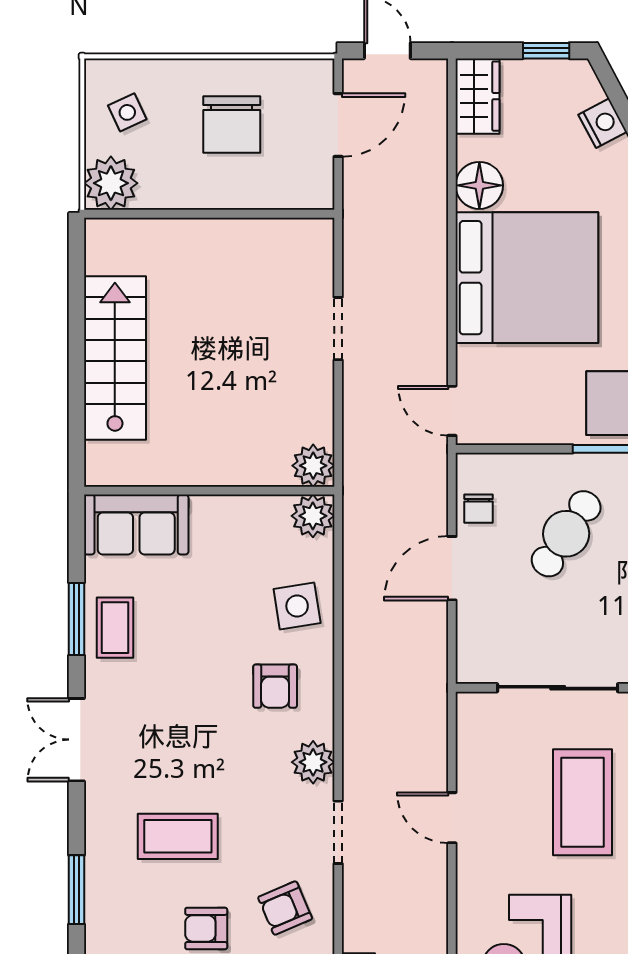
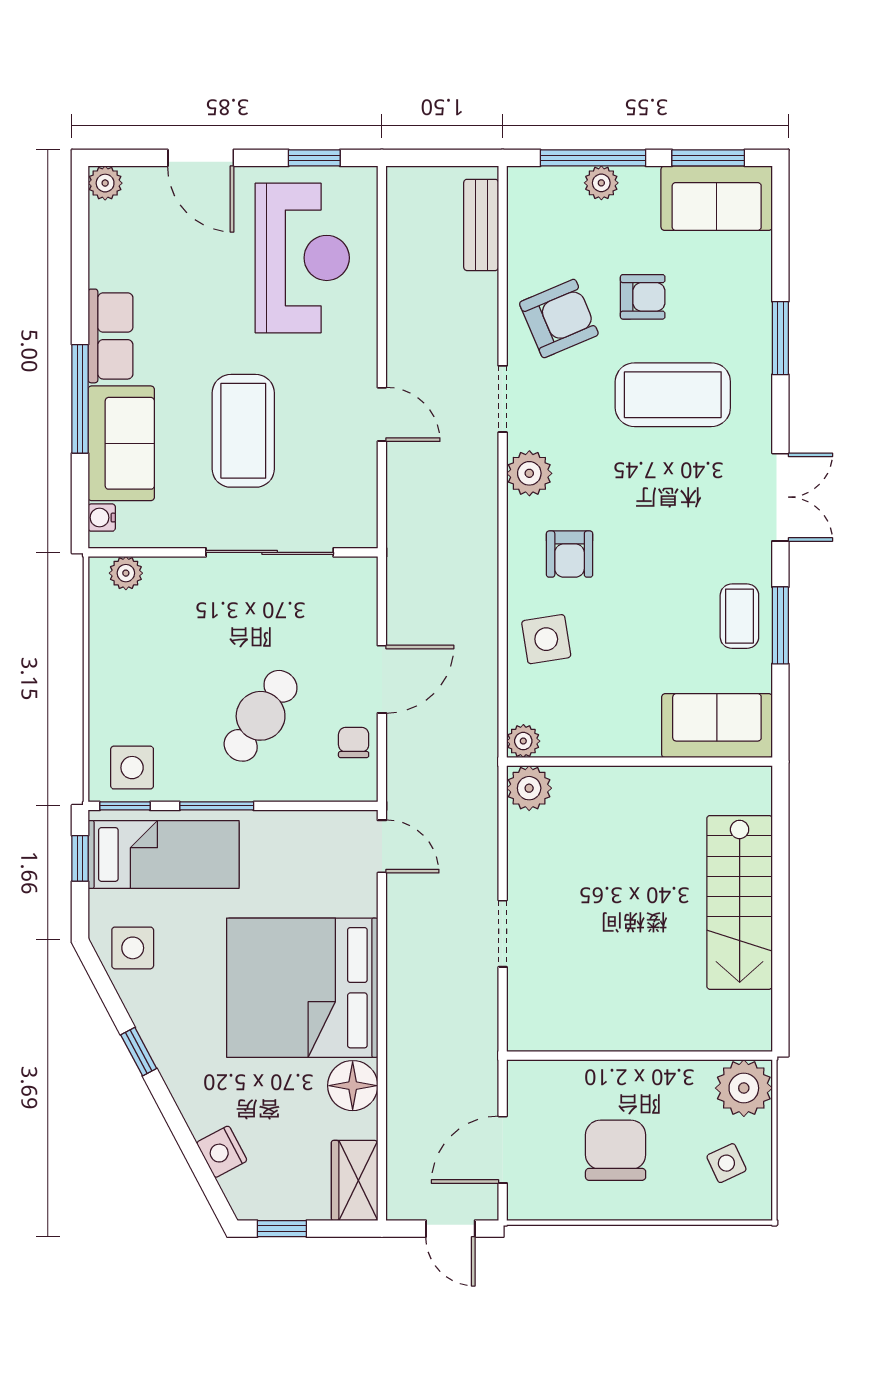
plant: (313, 516) -> (523, 741), width x0.73, depth x0.73
armchair: (275, 686) -> (570, 554), turned 180
coffee table: (178, 836) -> (673, 395), width x1.36, depth x1.32
armchair: (285, 908) -> (559, 319), width x1.38, depth x1.38

